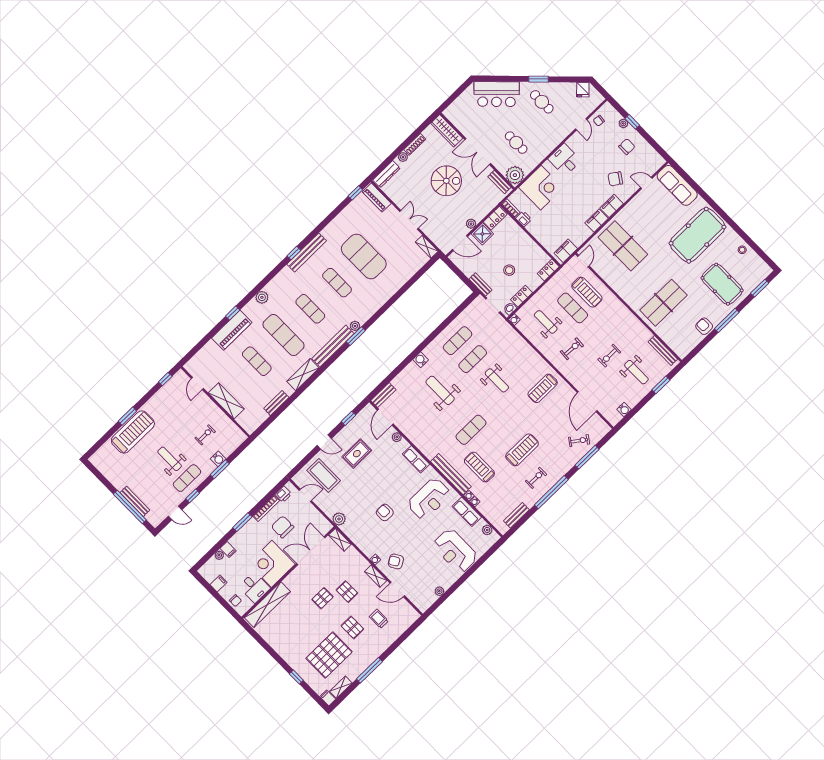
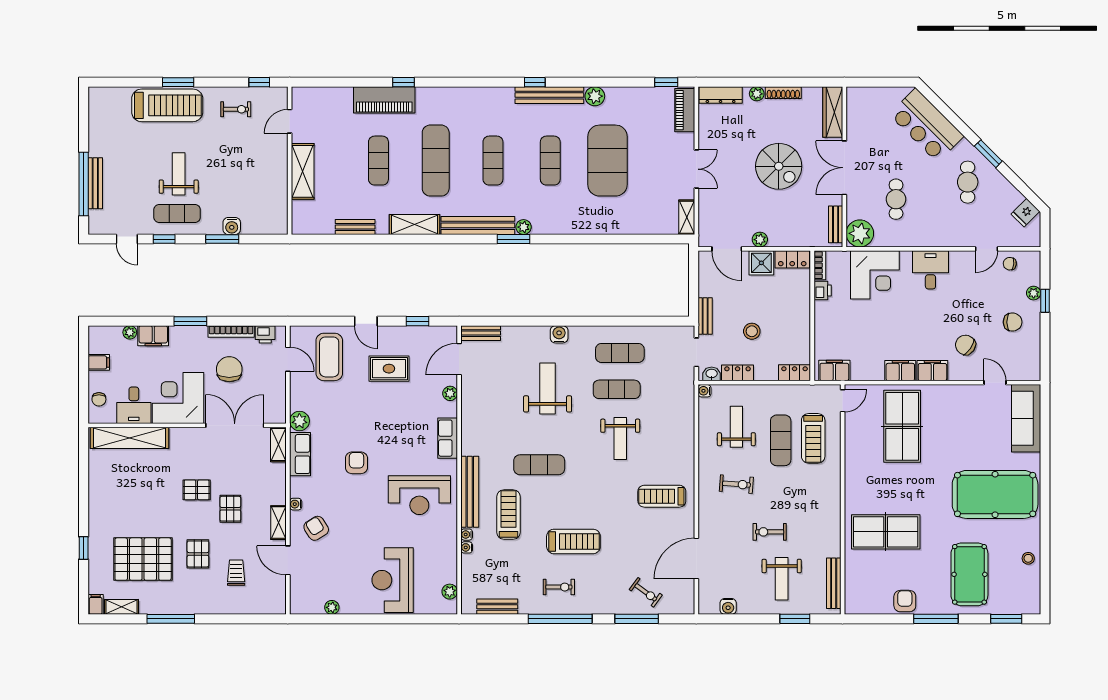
plant: (262, 297) -> (595, 96), moved
exercise bike: (205, 435) -> (236, 109), moved
row of seats: (467, 512) -> (300, 454), moved, turned 180
filing cabinet: (228, 550) -> (153, 336), width x2.00

